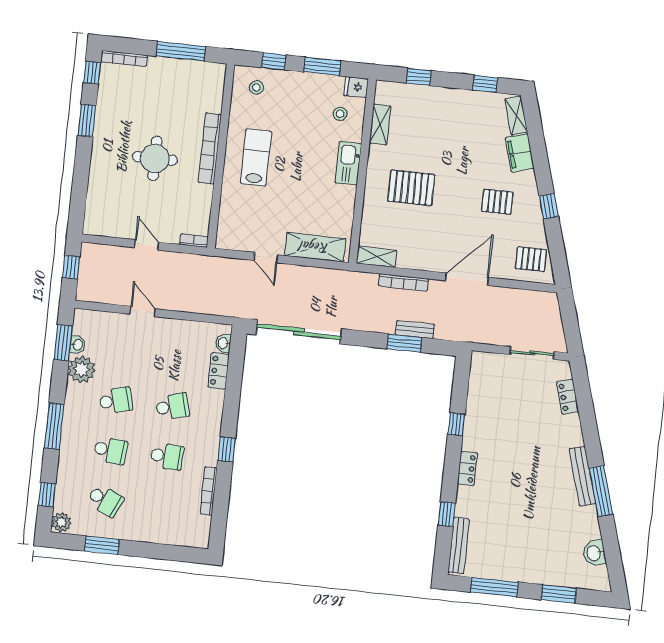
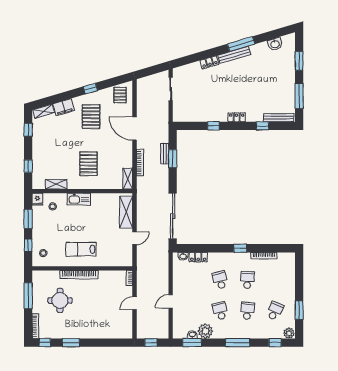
round table: (155, 158) -> (60, 300), moved
pallet: (497, 202) -> (91, 117), width x1.50, depth x1.42
locker: (568, 397) -> (209, 62), moved

